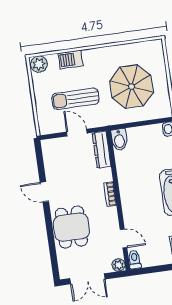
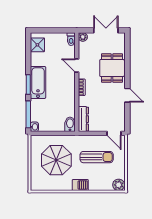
barbecue: (71, 59) -> (80, 185), moved
door: (77, 133) -> (114, 133), moved
door: (124, 239) -> (77, 66), moved

